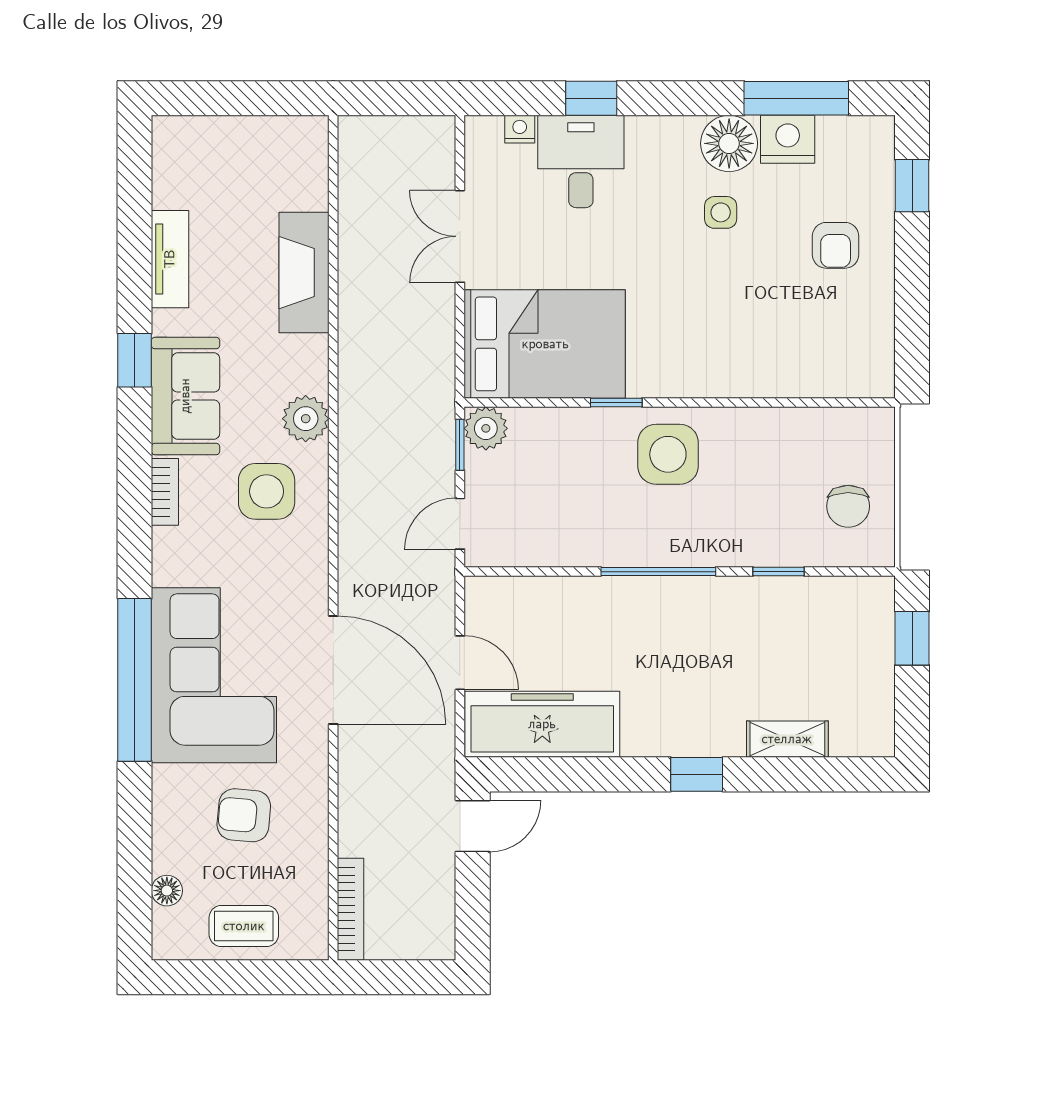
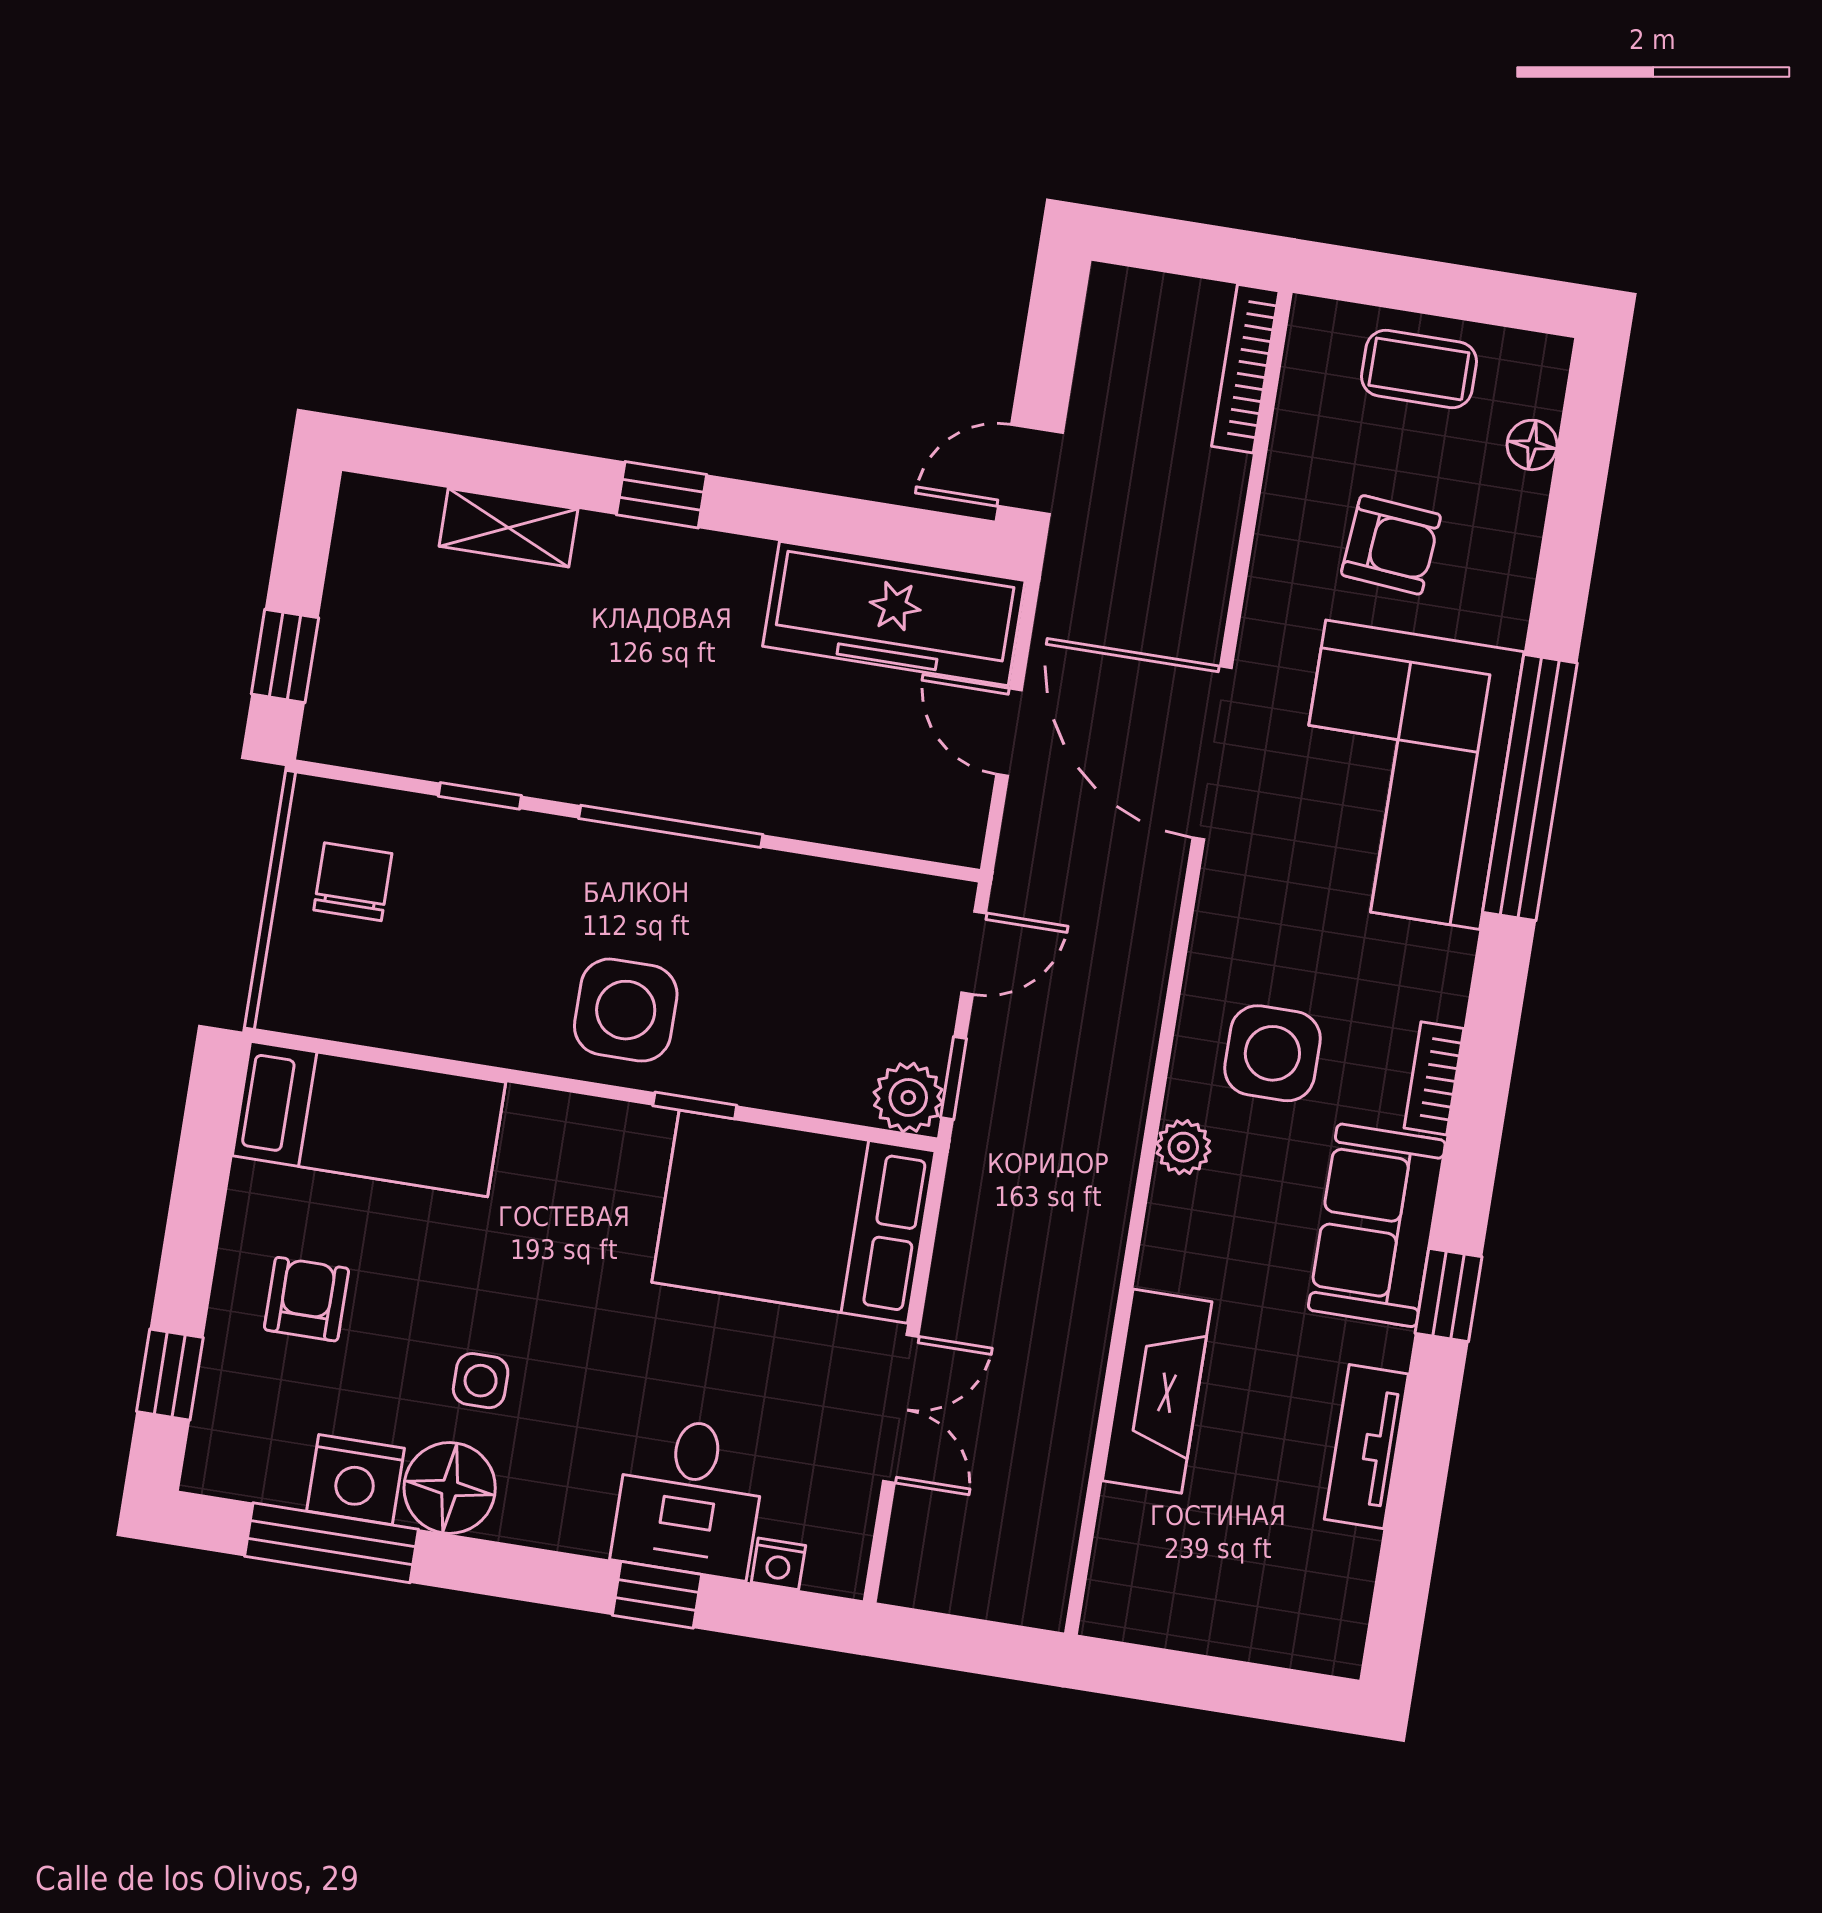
bed: (815, 362) -> (369, 1119), added
plant: (306, 419) -> (1183, 1147), width x0.73, depth x0.73

